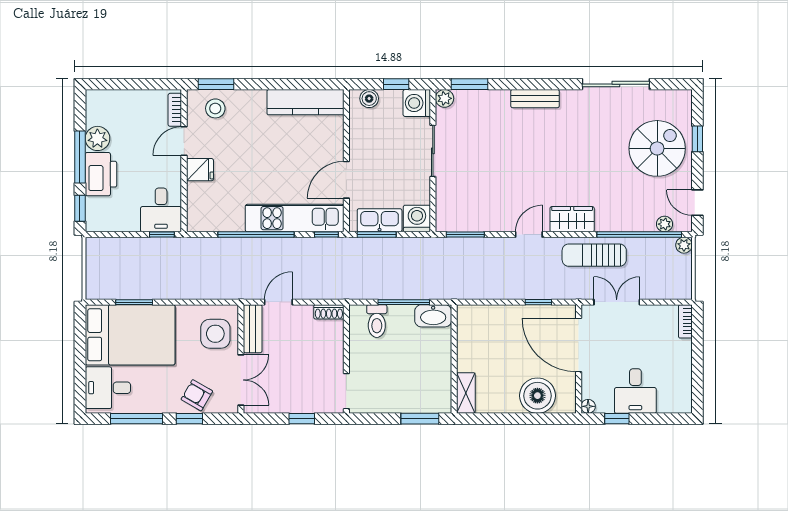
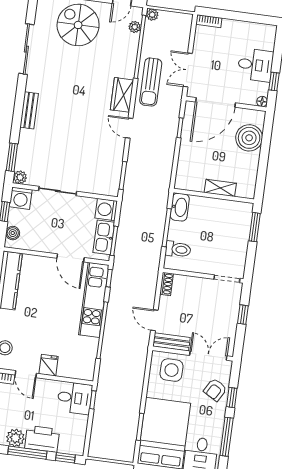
shelving: (466, 393) -> (220, 188), moved

